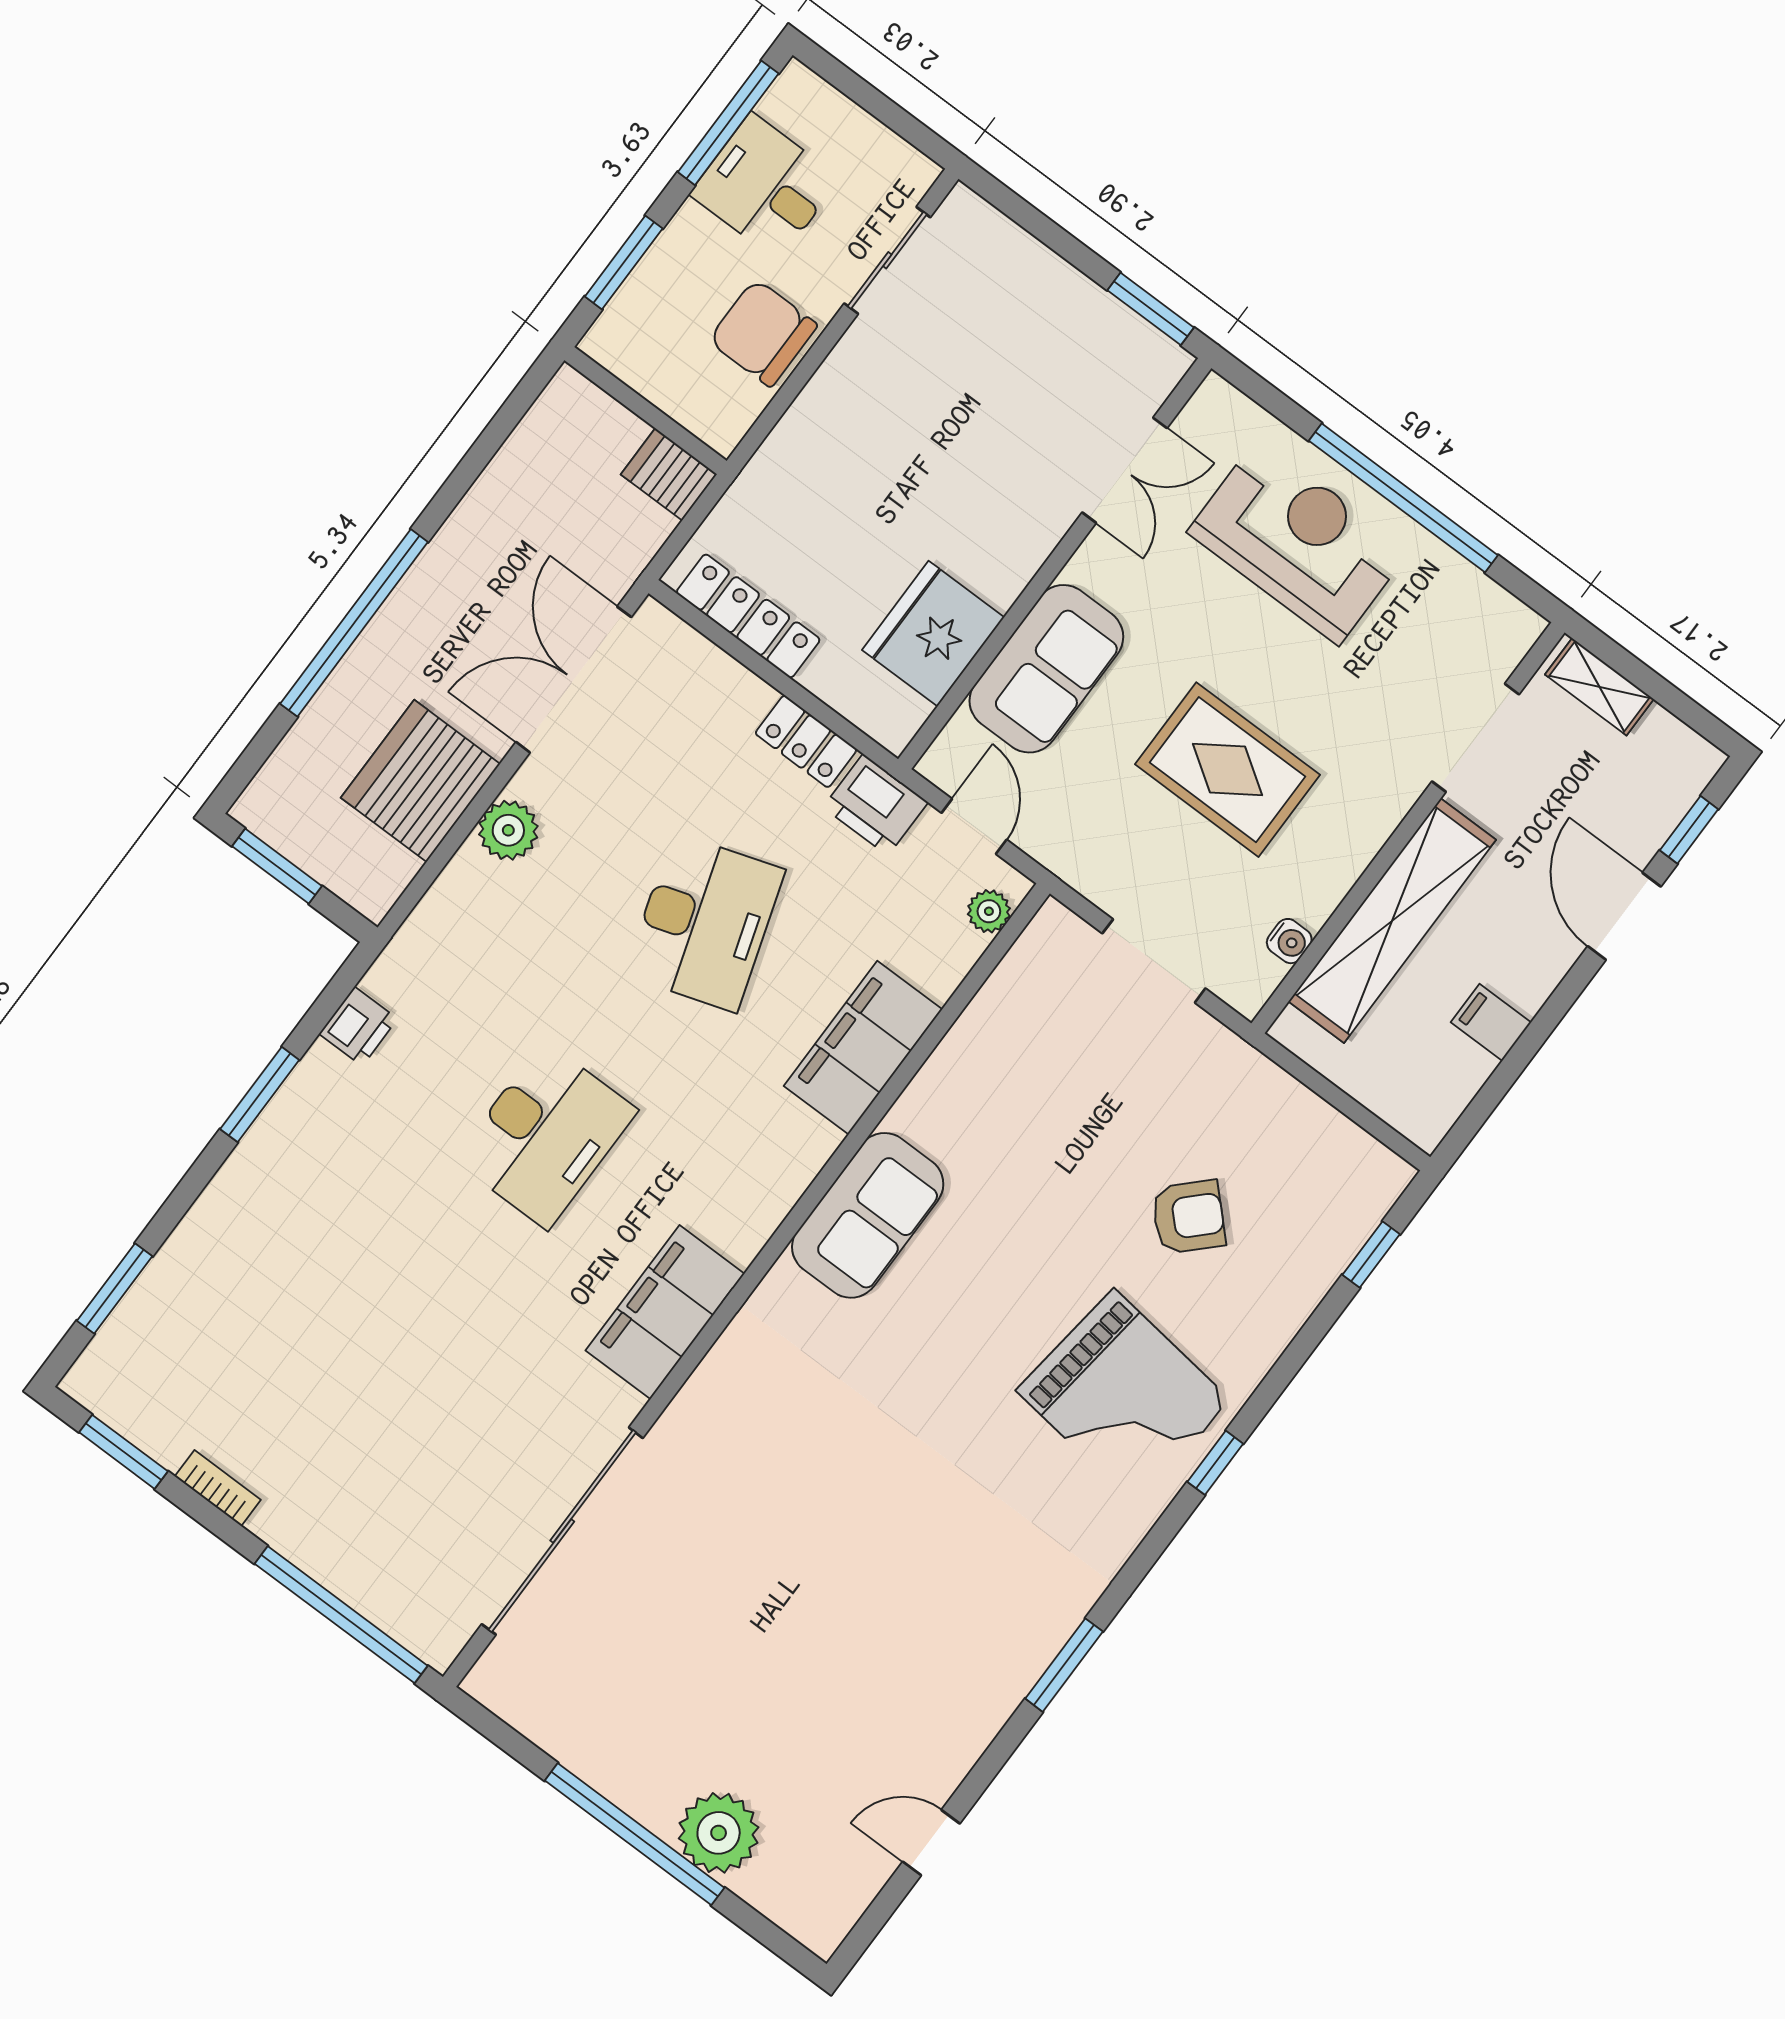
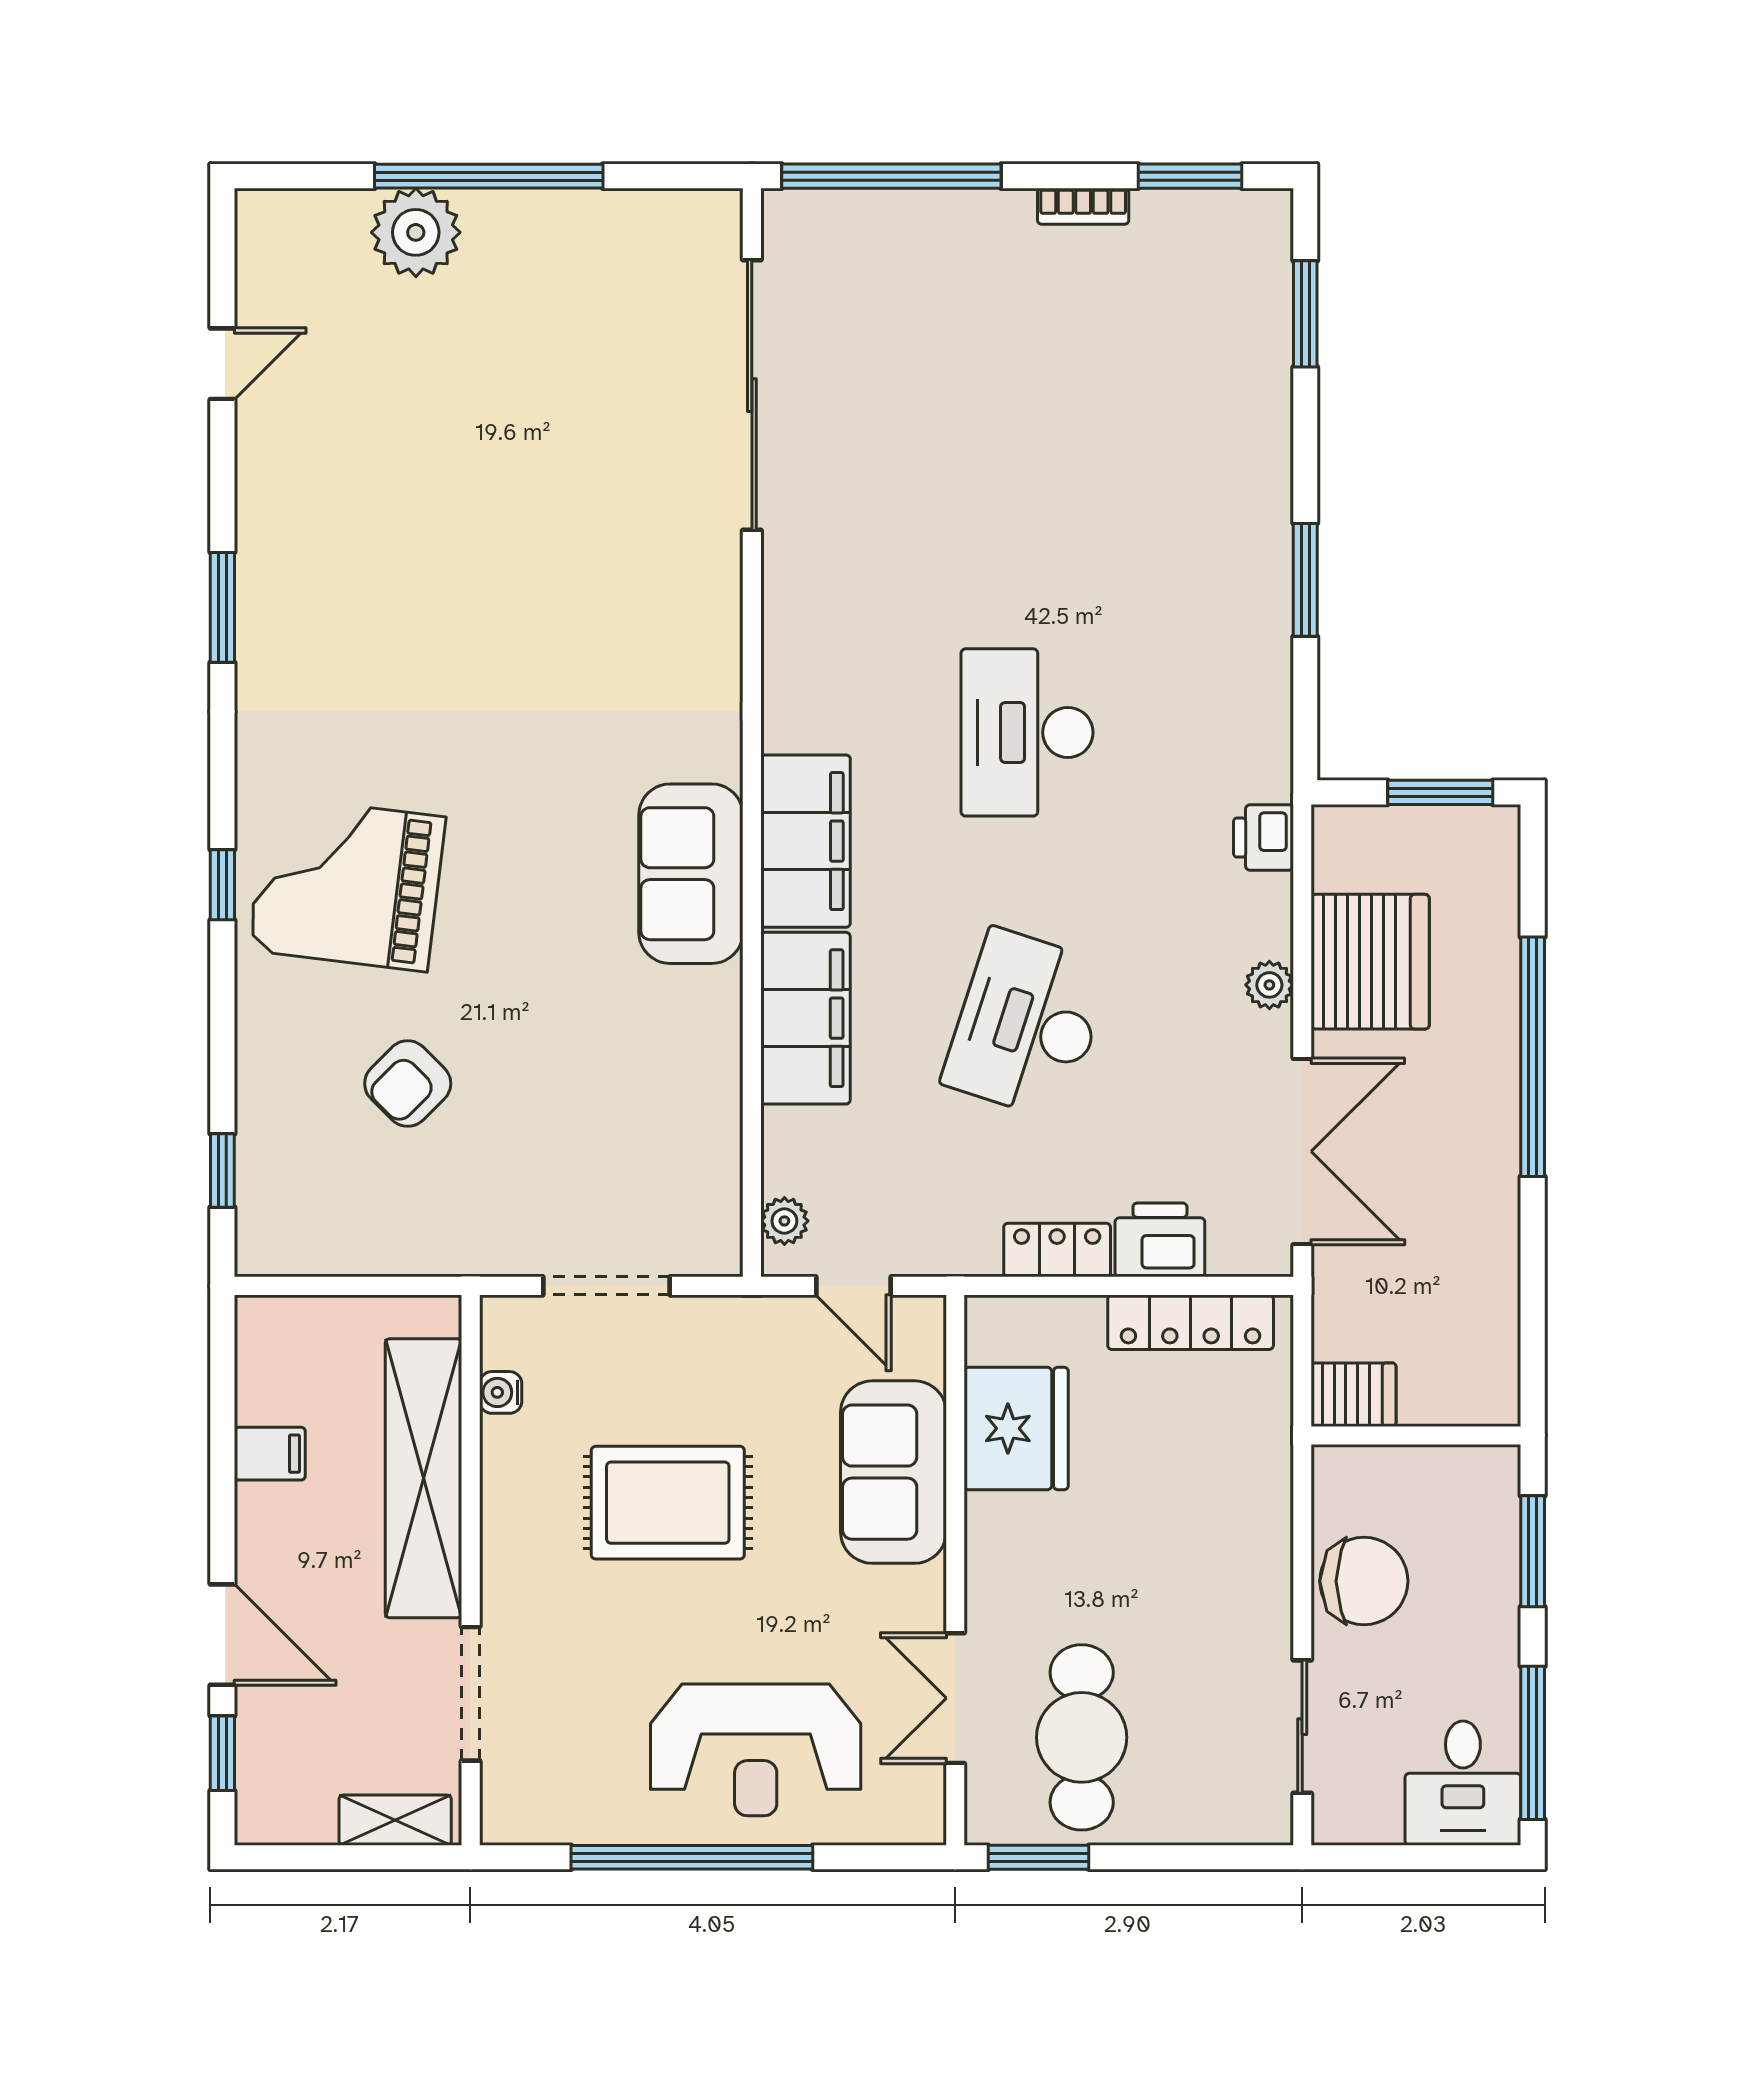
desk: (765, 186) -> (1463, 1783), moved, turned 90
cafe table: (1054, 373) -> (1082, 1737), added
printer: (875, 805) -> (1160, 1240), moved
plant: (508, 830) -> (1269, 985), width x0.73, depth x0.73
desk: (705, 922) -> (1027, 1024), turned 36
printer: (358, 1026) -> (1263, 838), moved
filing cabinet: (665, 1312) -> (806, 841), moved

